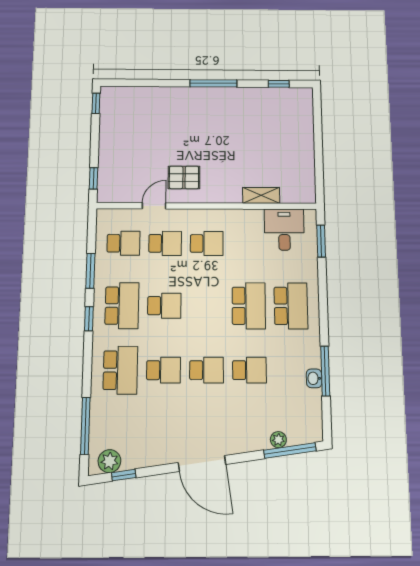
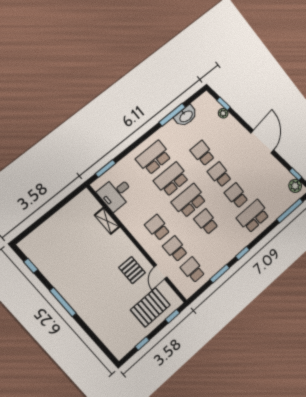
window: (96, 103) -> (142, 343), moved
pallet: (126, 163) -> (150, 307), added
door: (154, 206) -> (161, 272), hinge flipped
school desk: (122, 306) -> (189, 201), moved
washbasin: (314, 378) -> (186, 116), width x1.91, depth x1.45
window: (290, 450) -> (224, 104), width x0.46

